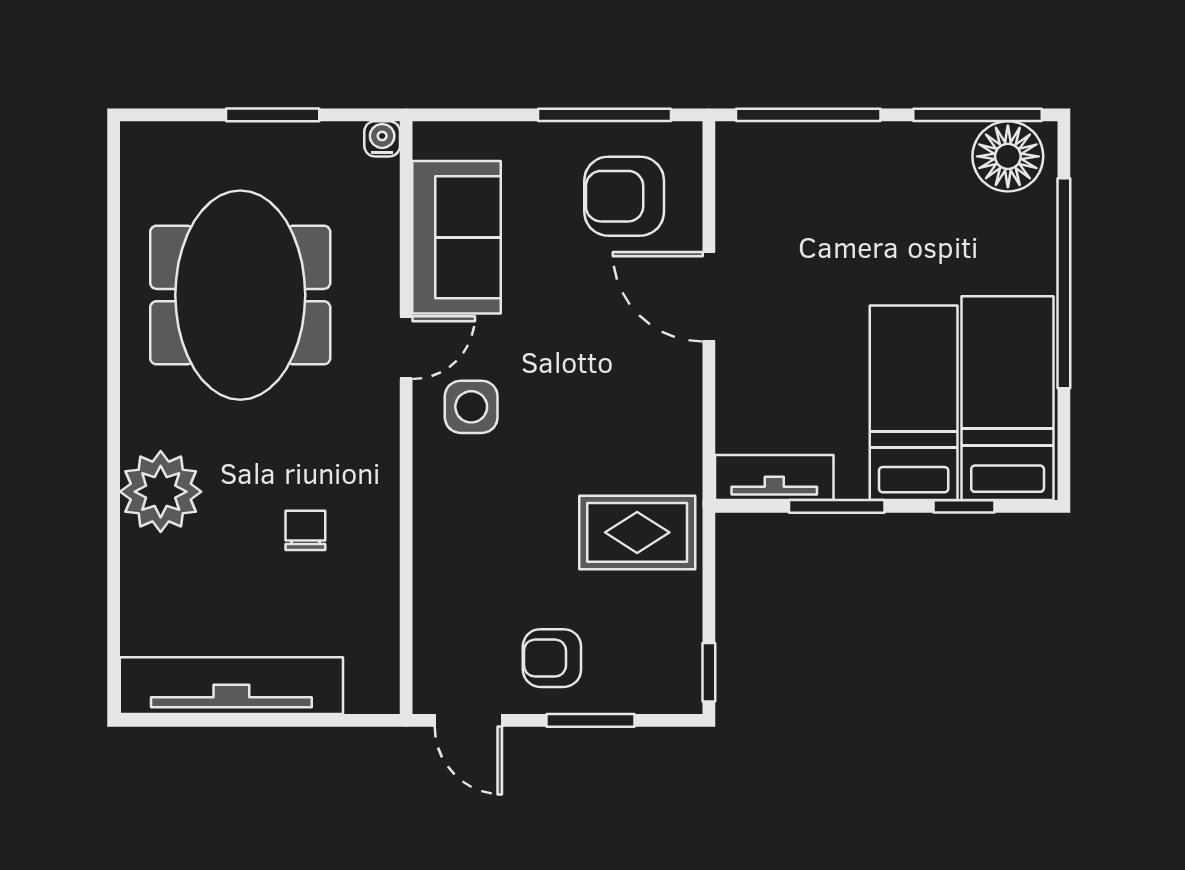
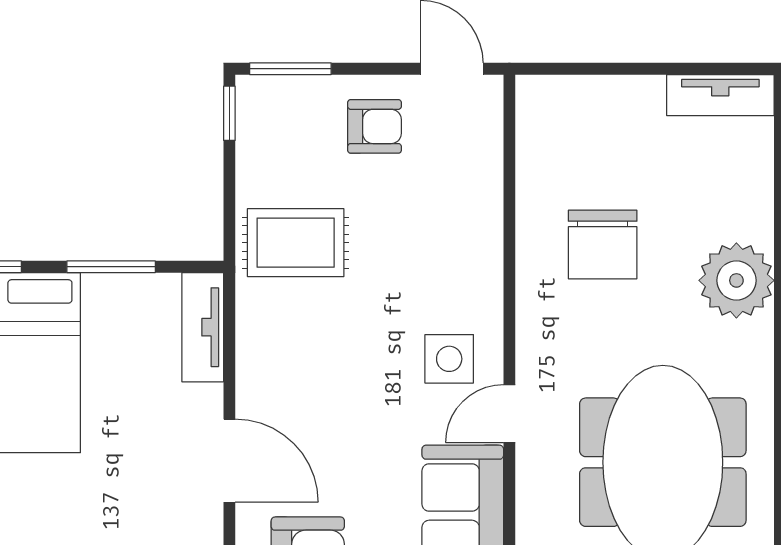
tv unit: (774, 478) -> (203, 327), moved, turned 90
chair: (305, 530) -> (603, 245), width x1.87, depth x1.87
tv unit: (231, 686) -> (720, 95), width x0.52, depth x0.78
window: (590, 720) -> (290, 69), moved

